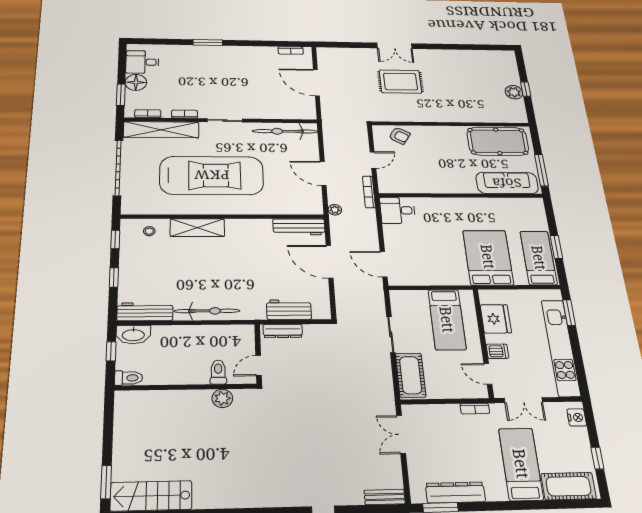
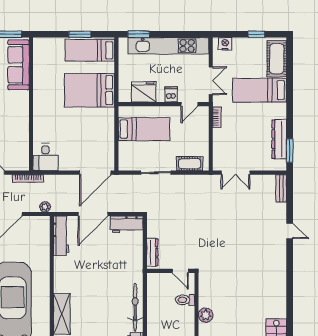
door: (384, 264) -> (95, 173), width x1.36
workbench: (289, 310) -> (127, 224), moved, turned -90
cot: (411, 375) -> (190, 164), width x0.73, depth x0.75
plant: (222, 398) -> (206, 315), moved

